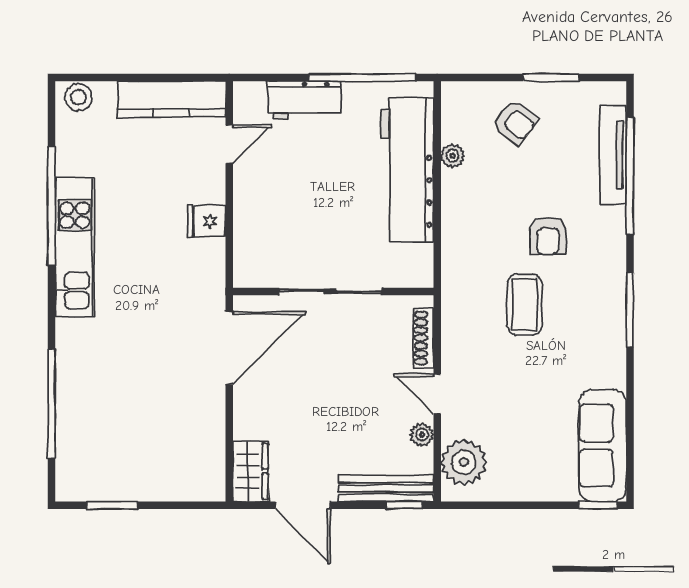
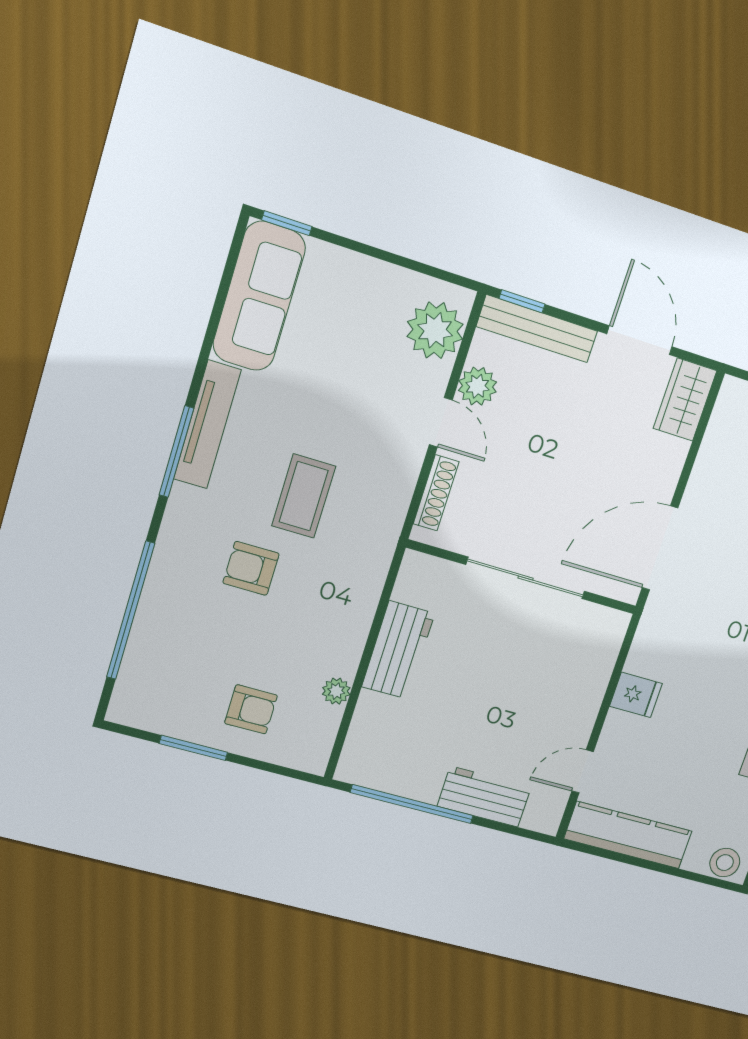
armchair: (515, 122) -> (251, 709), turned 143
tv unit: (613, 155) -> (207, 424), moved
workbench: (407, 170) -> (398, 650), width x0.53, depth x0.76
armchair: (548, 236) -> (251, 568), turned -90
plant: (422, 435) -> (477, 386), width x1.38, depth x1.38

